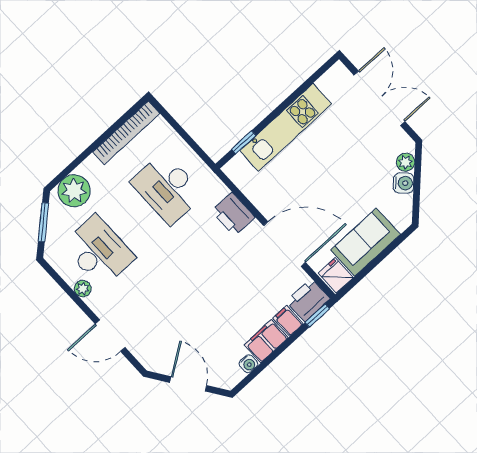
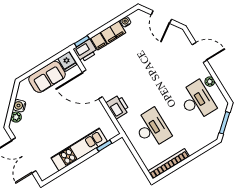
plant: (74, 191) -> (204, 137), removed
desk: (99, 251) -> (197, 101), turned 180

